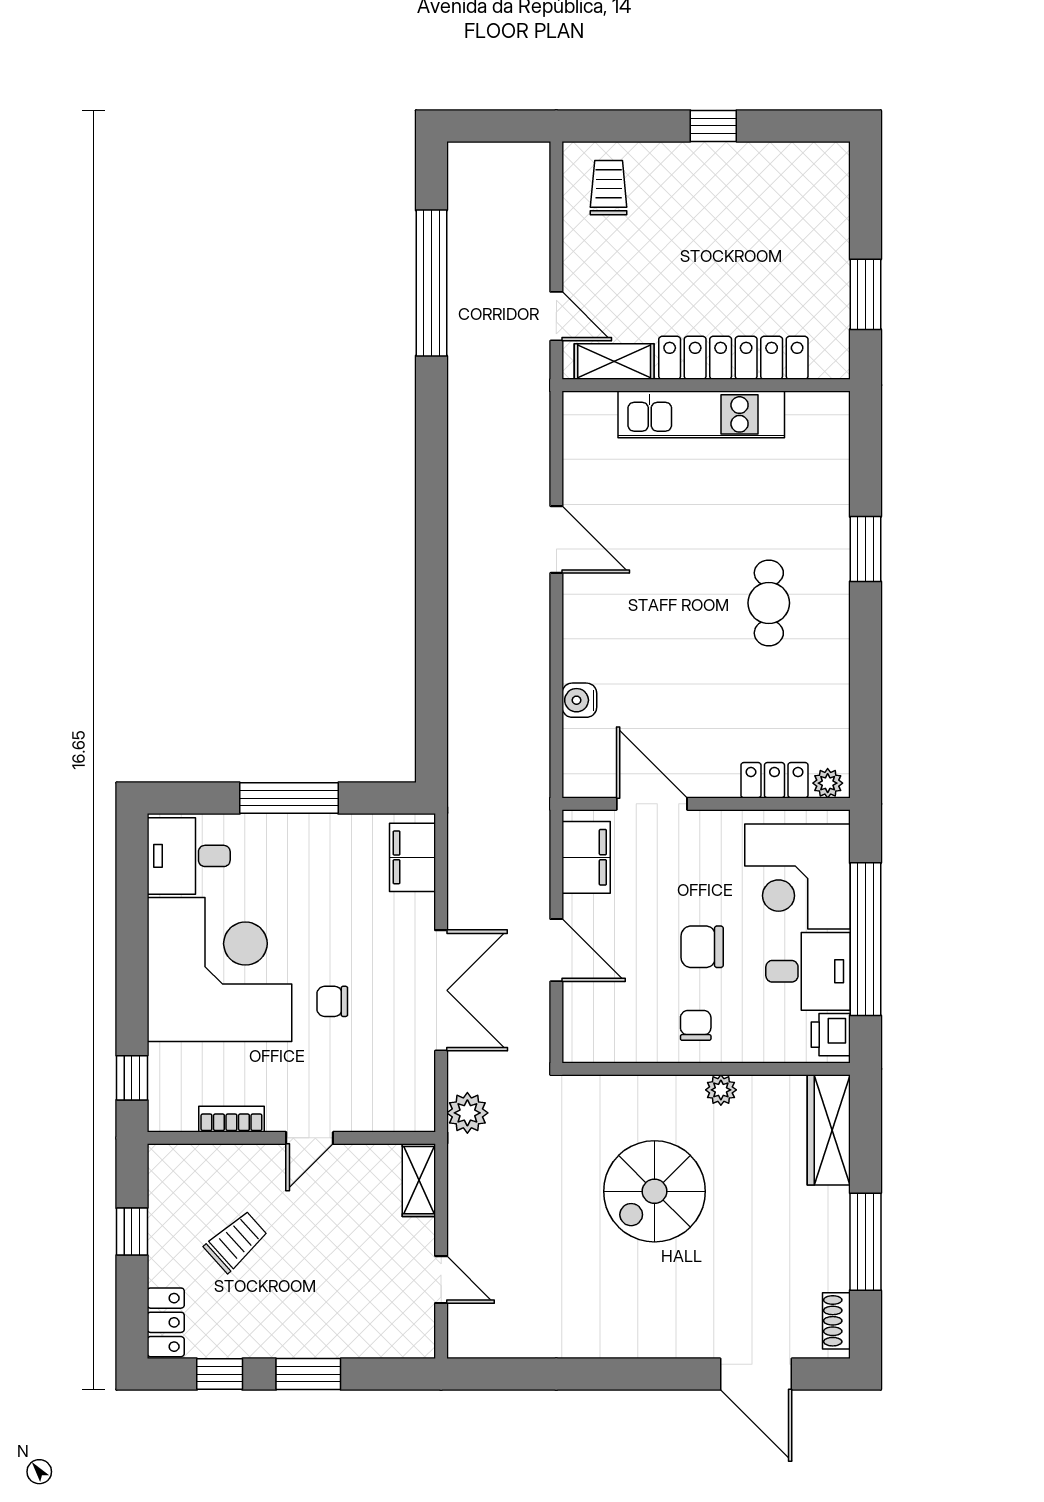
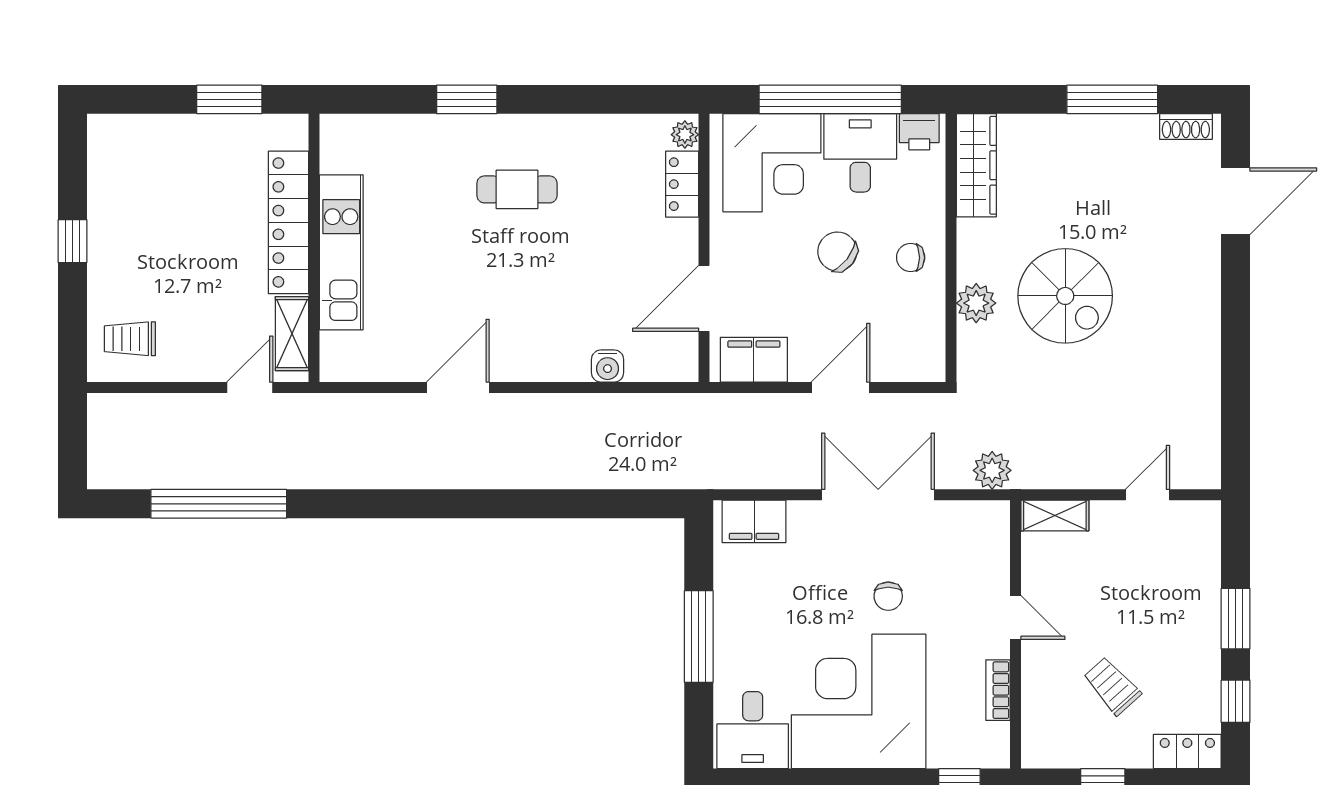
chair: (702, 947) -> (837, 252), turned 128
plant: (721, 1090) -> (976, 303), moved, width x1.38, depth x1.38
wardrobe: (829, 1130) -> (976, 165), moved, turned -90

